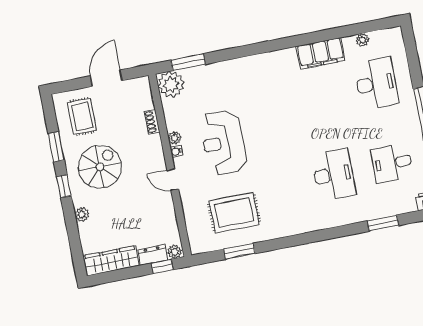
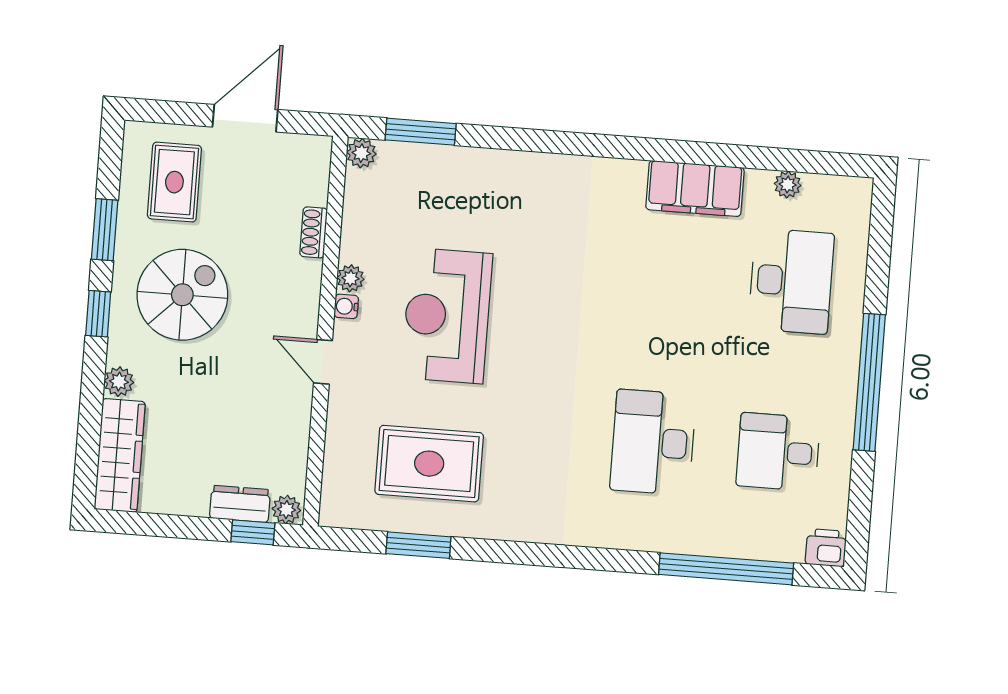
plant: (171, 84) -> (361, 153), width x0.53, depth x0.53
desk: (334, 175) -> (653, 442), turned 180
window: (383, 223) -> (726, 569), width x2.11
wardrobe: (111, 261) -> (120, 455), moved, turned 90

